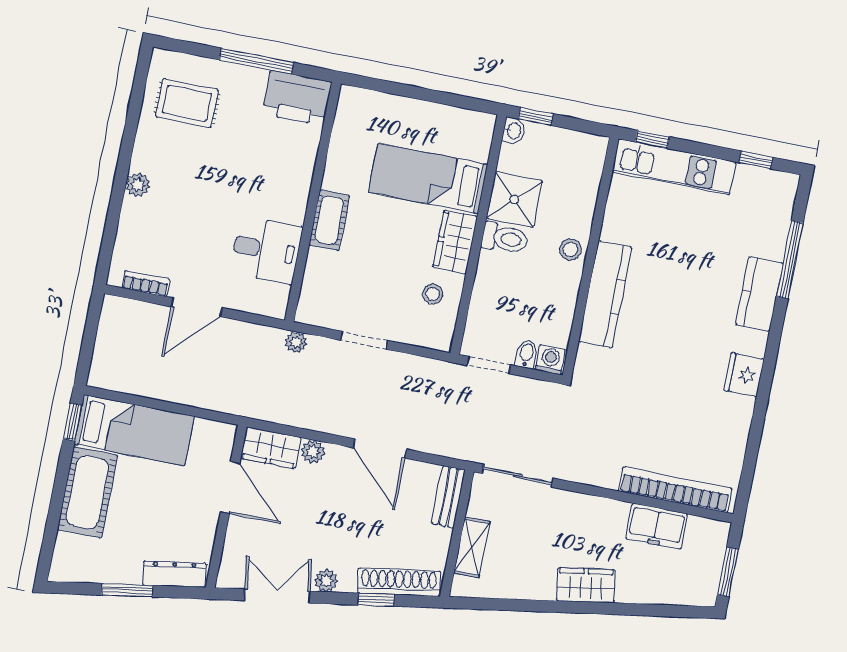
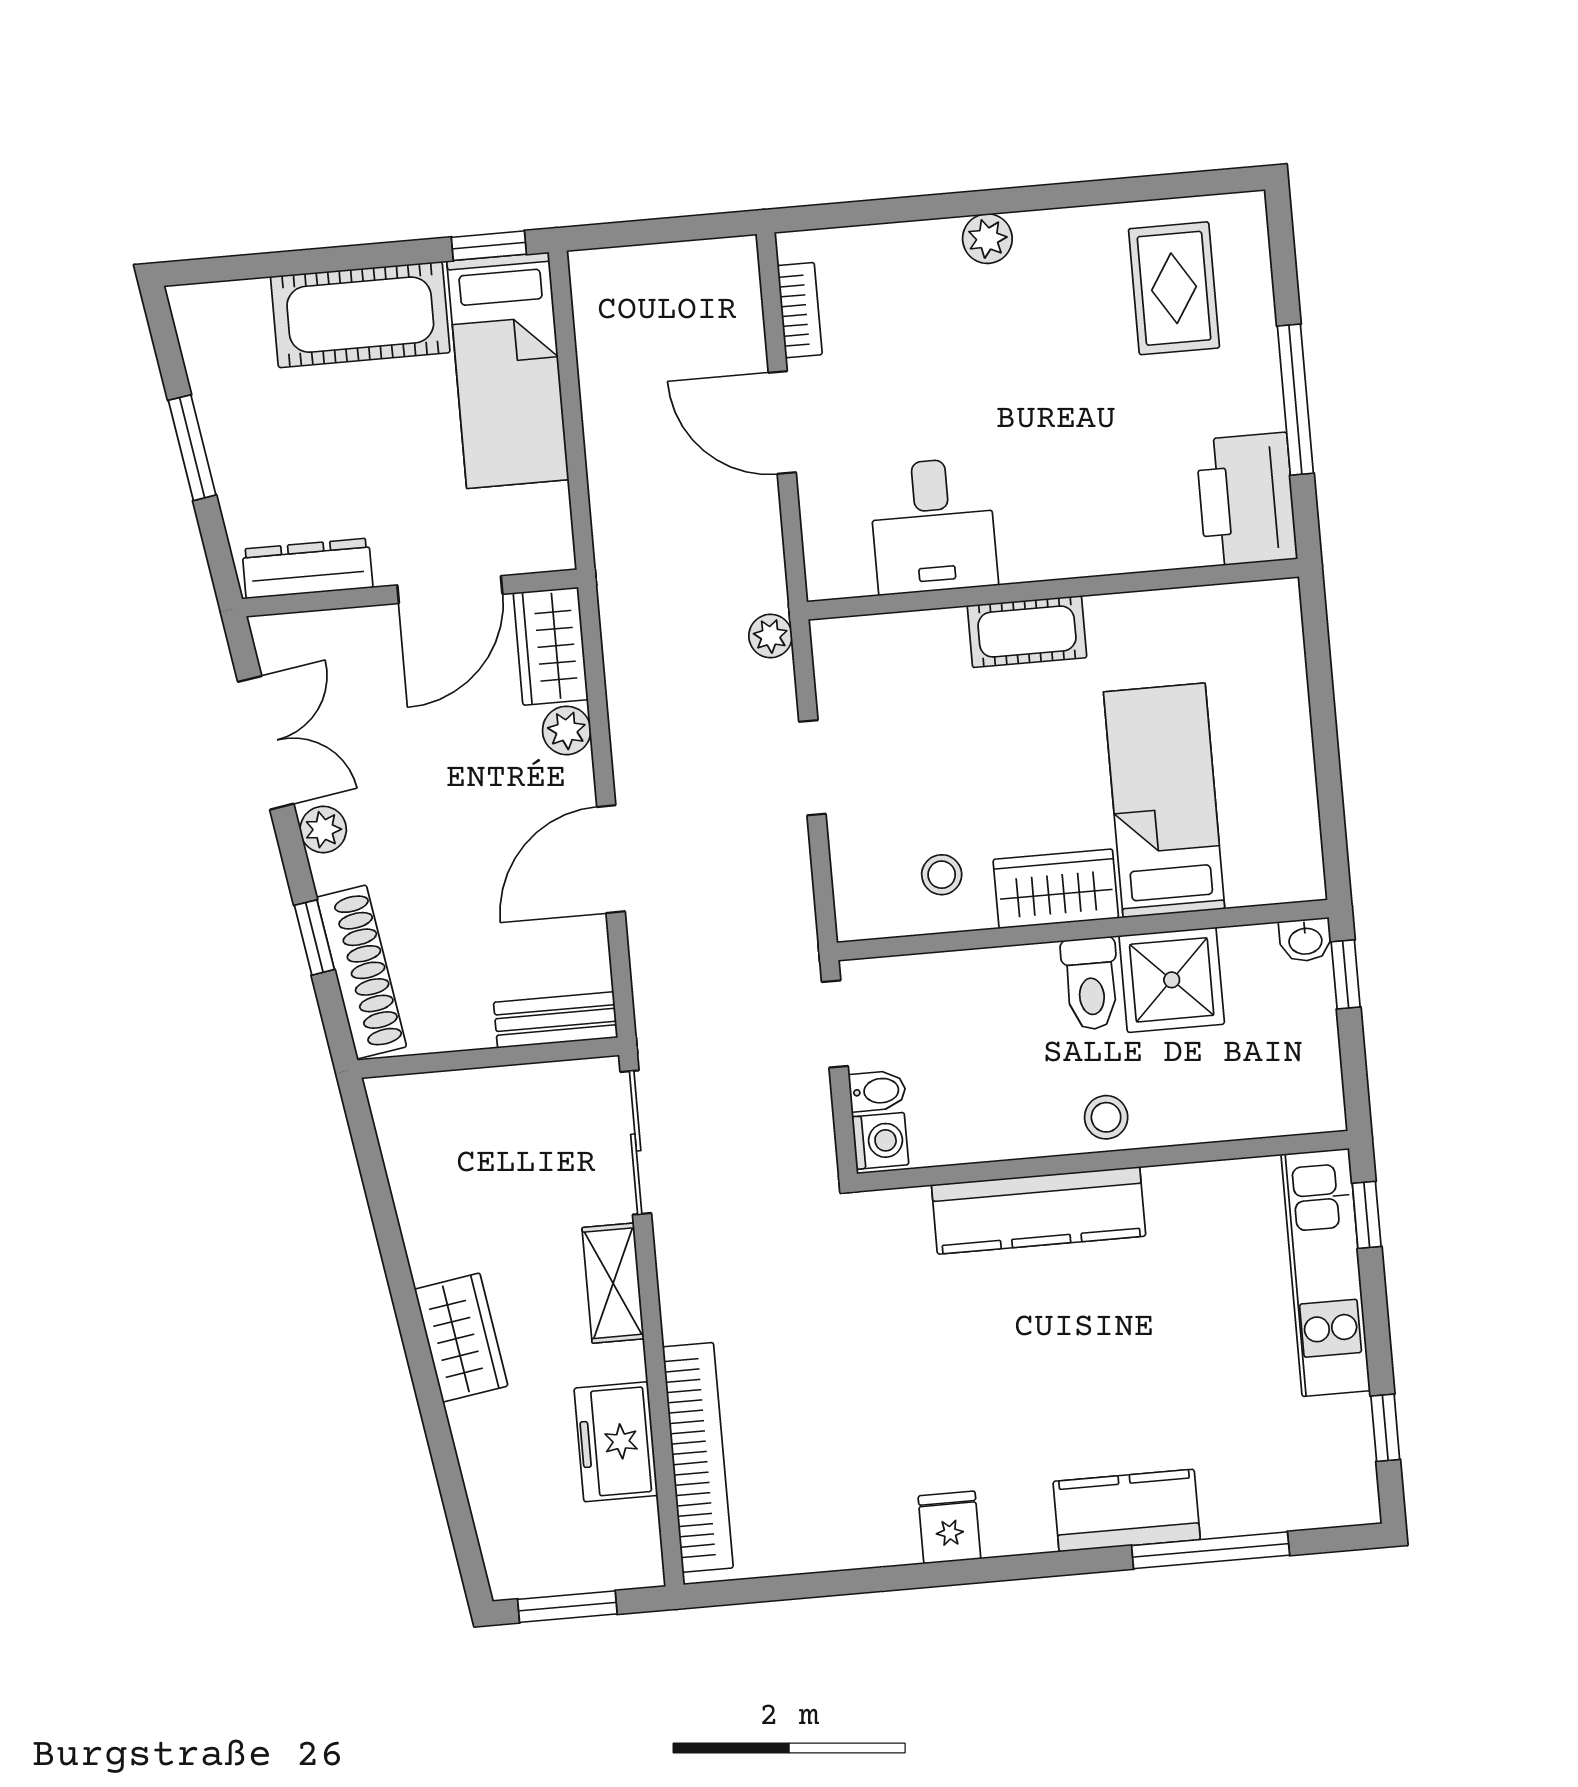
fridge: (744, 375) -> (949, 1527), width x0.72
shelving: (472, 547) -> (613, 1283), moved, turned 90
dresser: (174, 574) -> (307, 568), moved, turned -81

